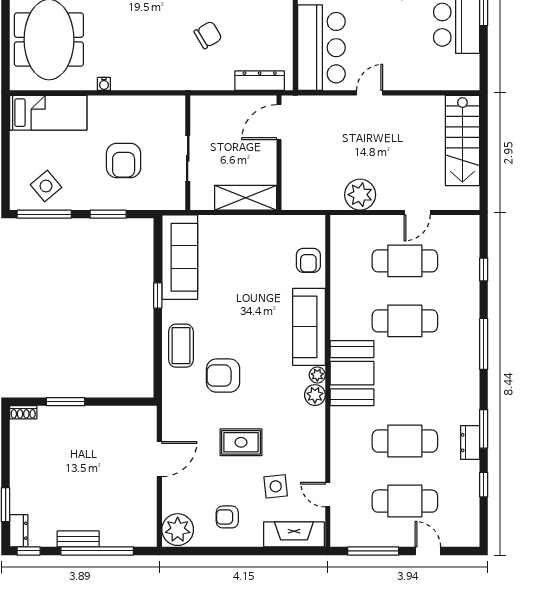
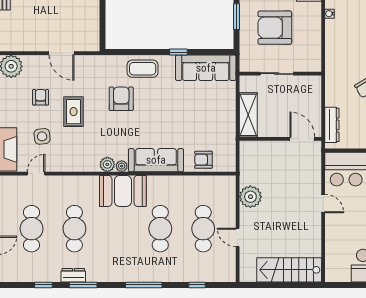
armchair: (124, 161) -> (275, 28), width x1.36, depth x1.36
armchair: (227, 517) -> (41, 97), moved

